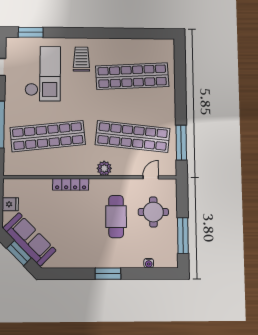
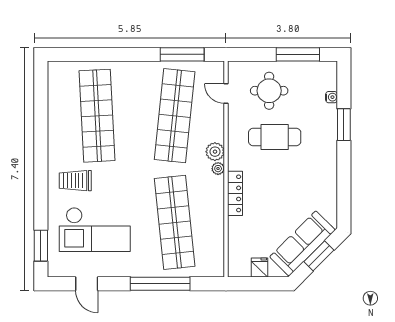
checkout: (43, 74) -> (95, 229), turned 180
plant: (91, 171) -> (218, 169), added
window: (108, 274) -> (344, 125), moved

